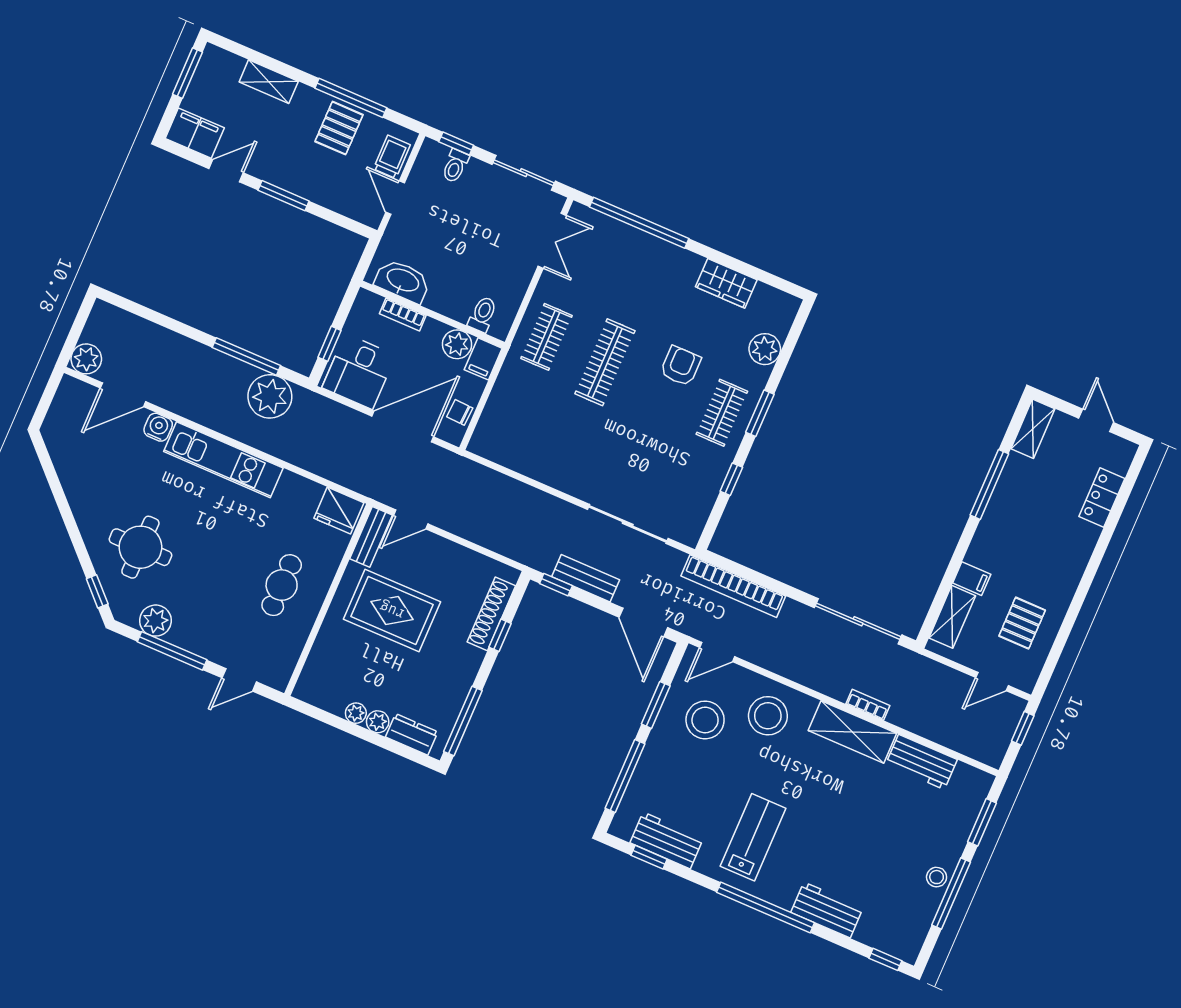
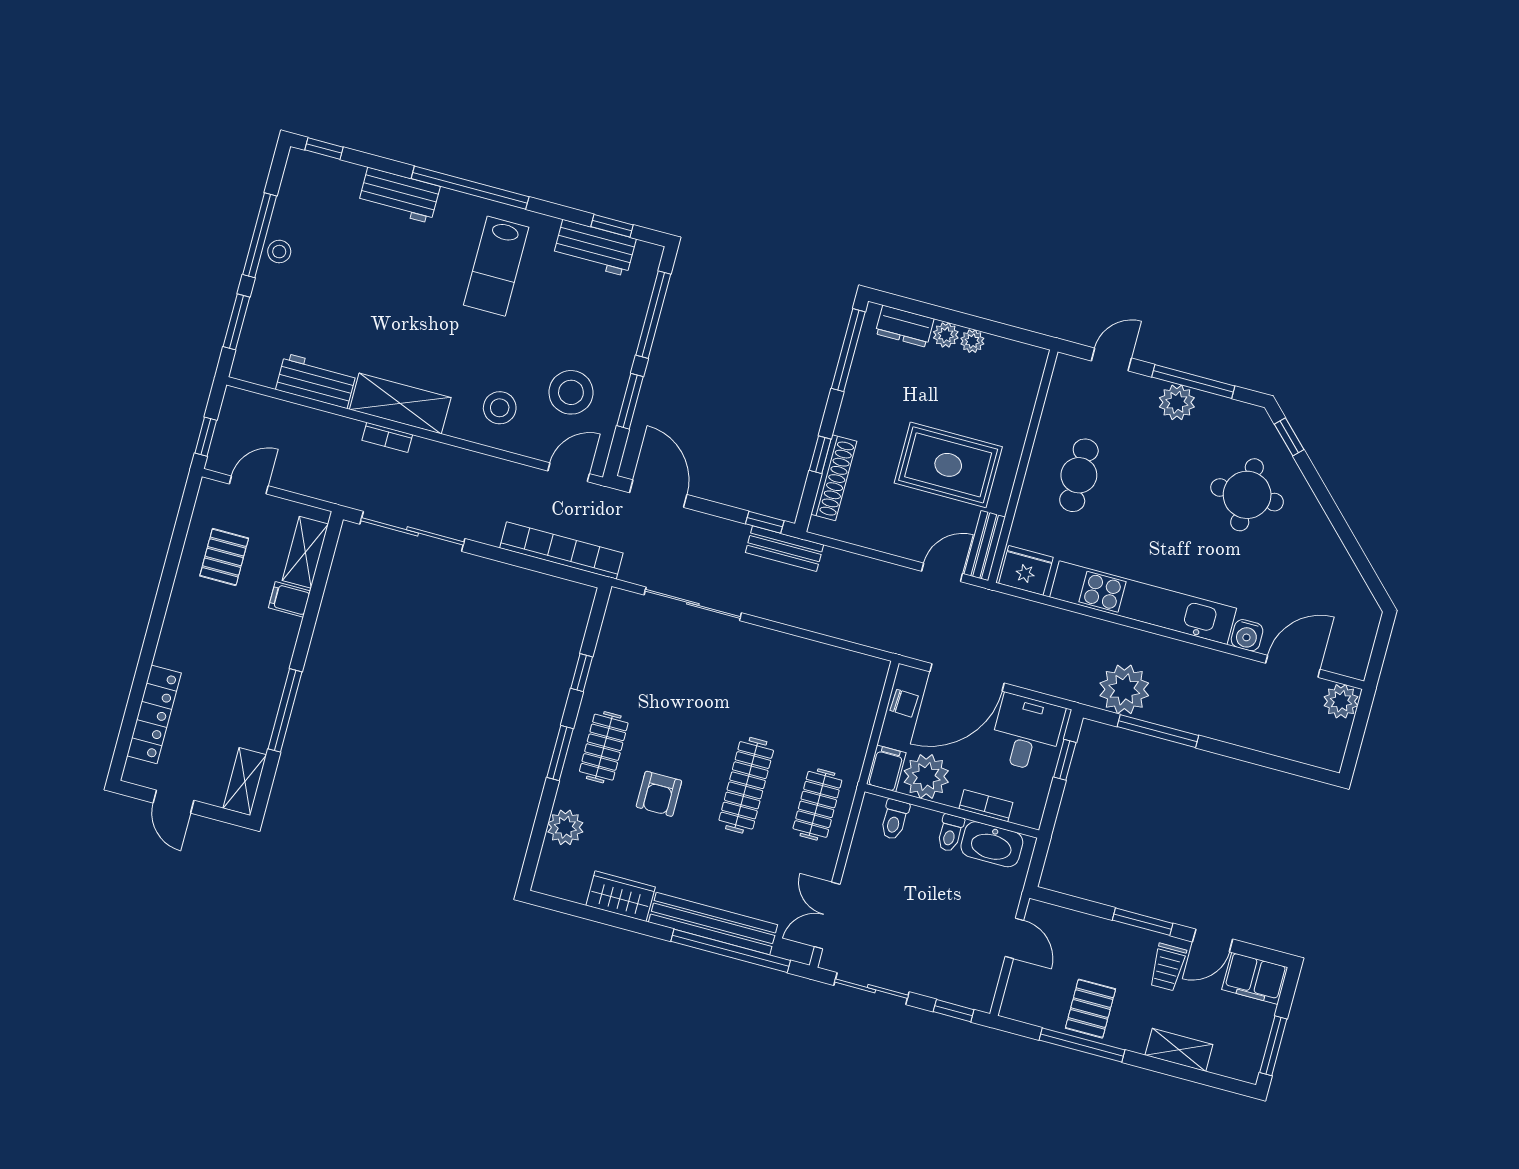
trolley: (392, 157) -> (1168, 967), moved
toilet: (455, 166) -> (950, 833), moved, turned 180
bench: (651, 248) -> (713, 923), added
plant: (457, 344) -> (926, 776), width x1.36, depth x1.36
kitchen unit: (223, 460) -> (1143, 603), width x1.36
locker: (1102, 498) -> (154, 714), width x1.53
bench: (586, 578) -> (785, 549), moved
plant: (156, 621) -> (1177, 402), moved
stool: (768, 716) -> (500, 408), width x0.73, depth x0.73

